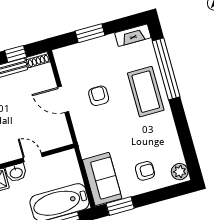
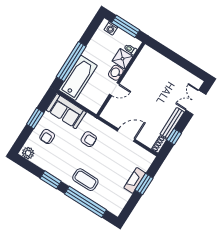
fireplace: (133, 35) -> (135, 180), moved
coffee table: (146, 92) -> (85, 180), width x0.73, depth x0.76
armchair: (99, 96) -> (89, 139), moved
window: (181, 124) -> (51, 180), added
window: (120, 206) -> (35, 118), moved

